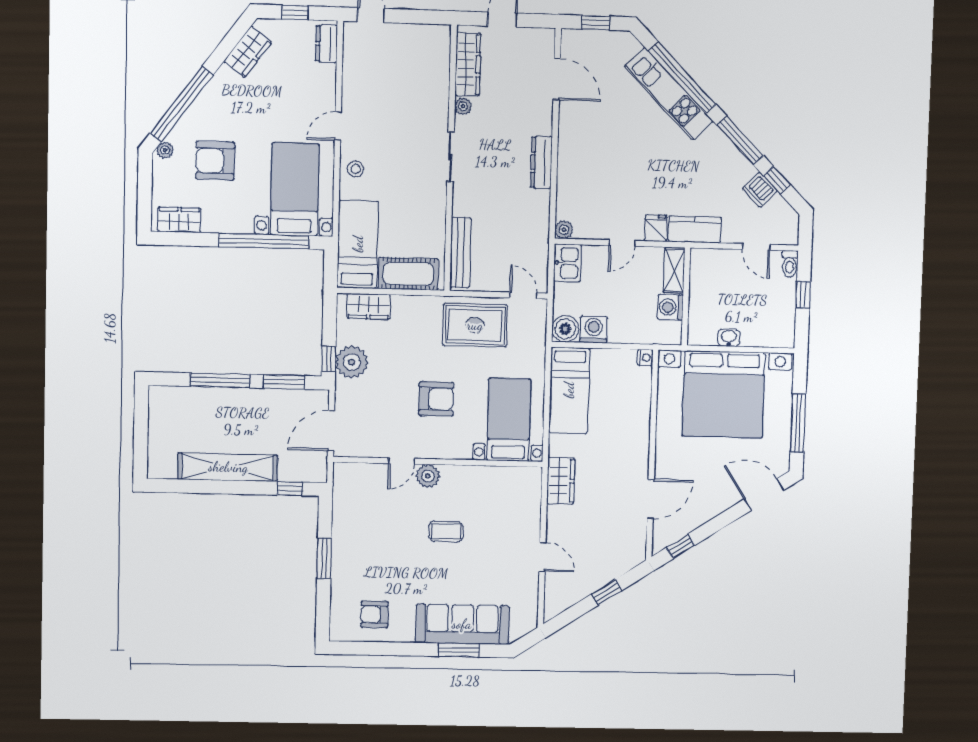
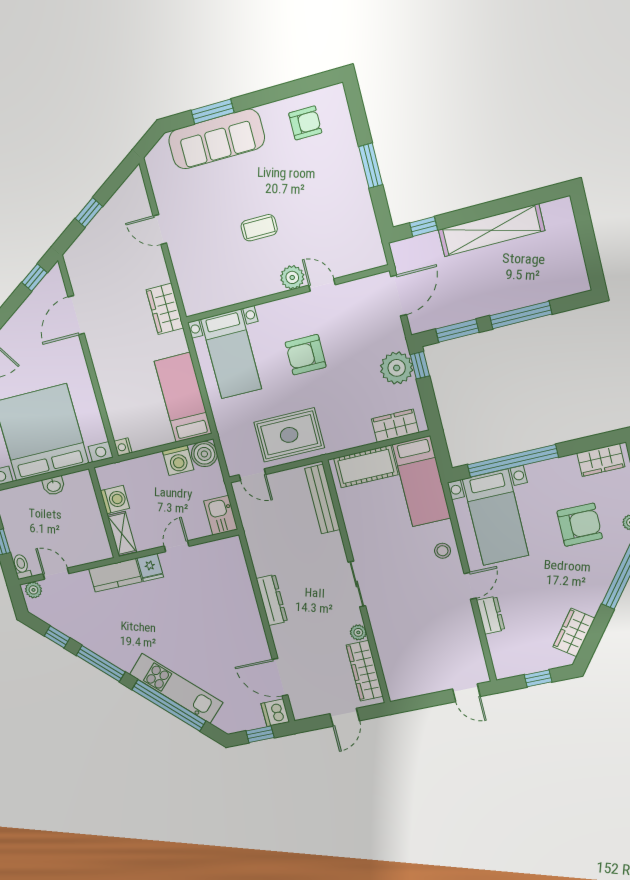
dresser: (326, 44) -> (491, 615), moved
dishwasher: (760, 190) -> (275, 713), moved, turned -135
plant: (564, 230) -> (33, 590), moved
door: (401, 461) -> (322, 285), hinge flipped

